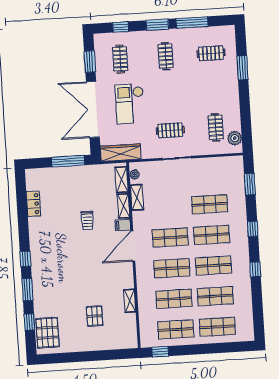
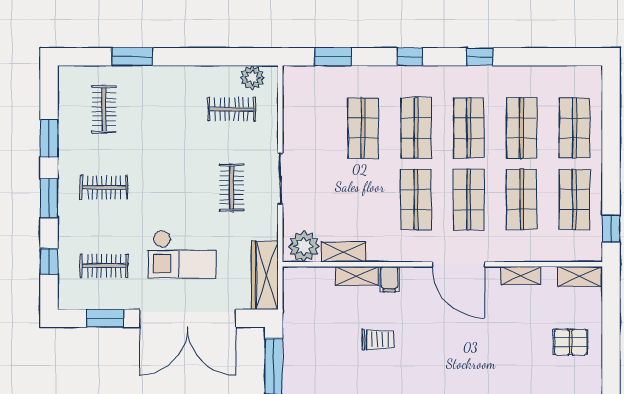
window: (192, 22) -> (49, 138), width x0.69
plant: (134, 175) -> (304, 246), width x1.87, depth x1.87
shelving: (122, 180) -> (580, 277), moved
door: (133, 246) -> (458, 264), moved
pallet: (95, 316) -> (571, 342), moved

